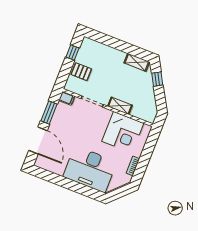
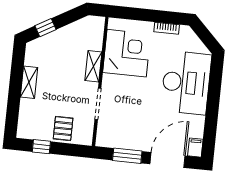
shelving: (137, 62) -> (29, 82), moved
filing cabinet: (67, 98) -> (195, 148), moved

